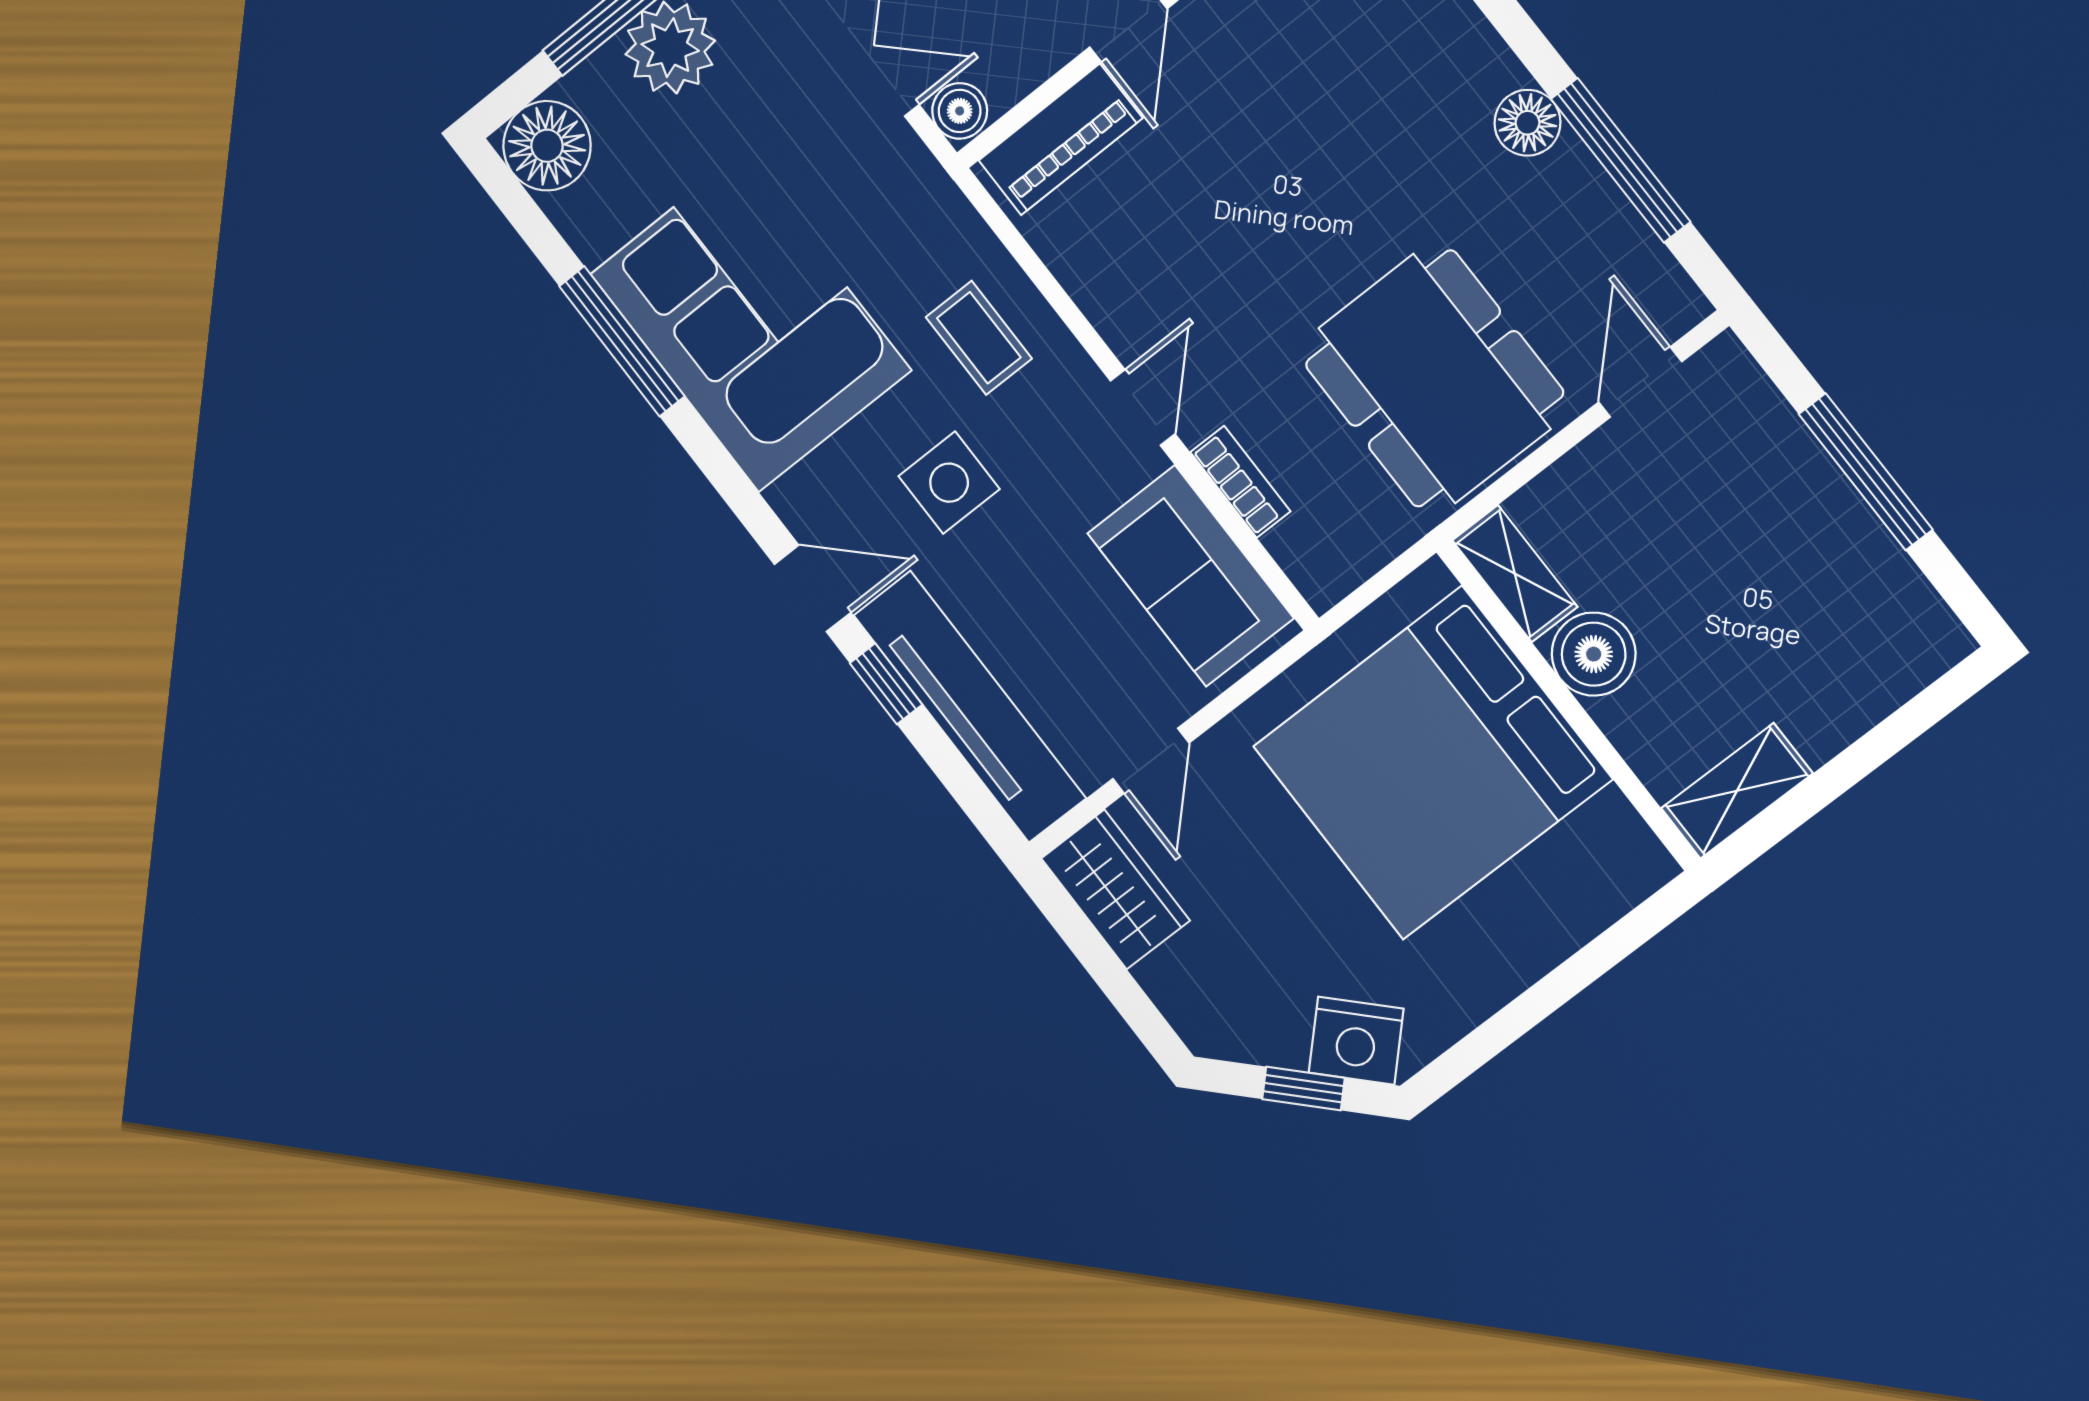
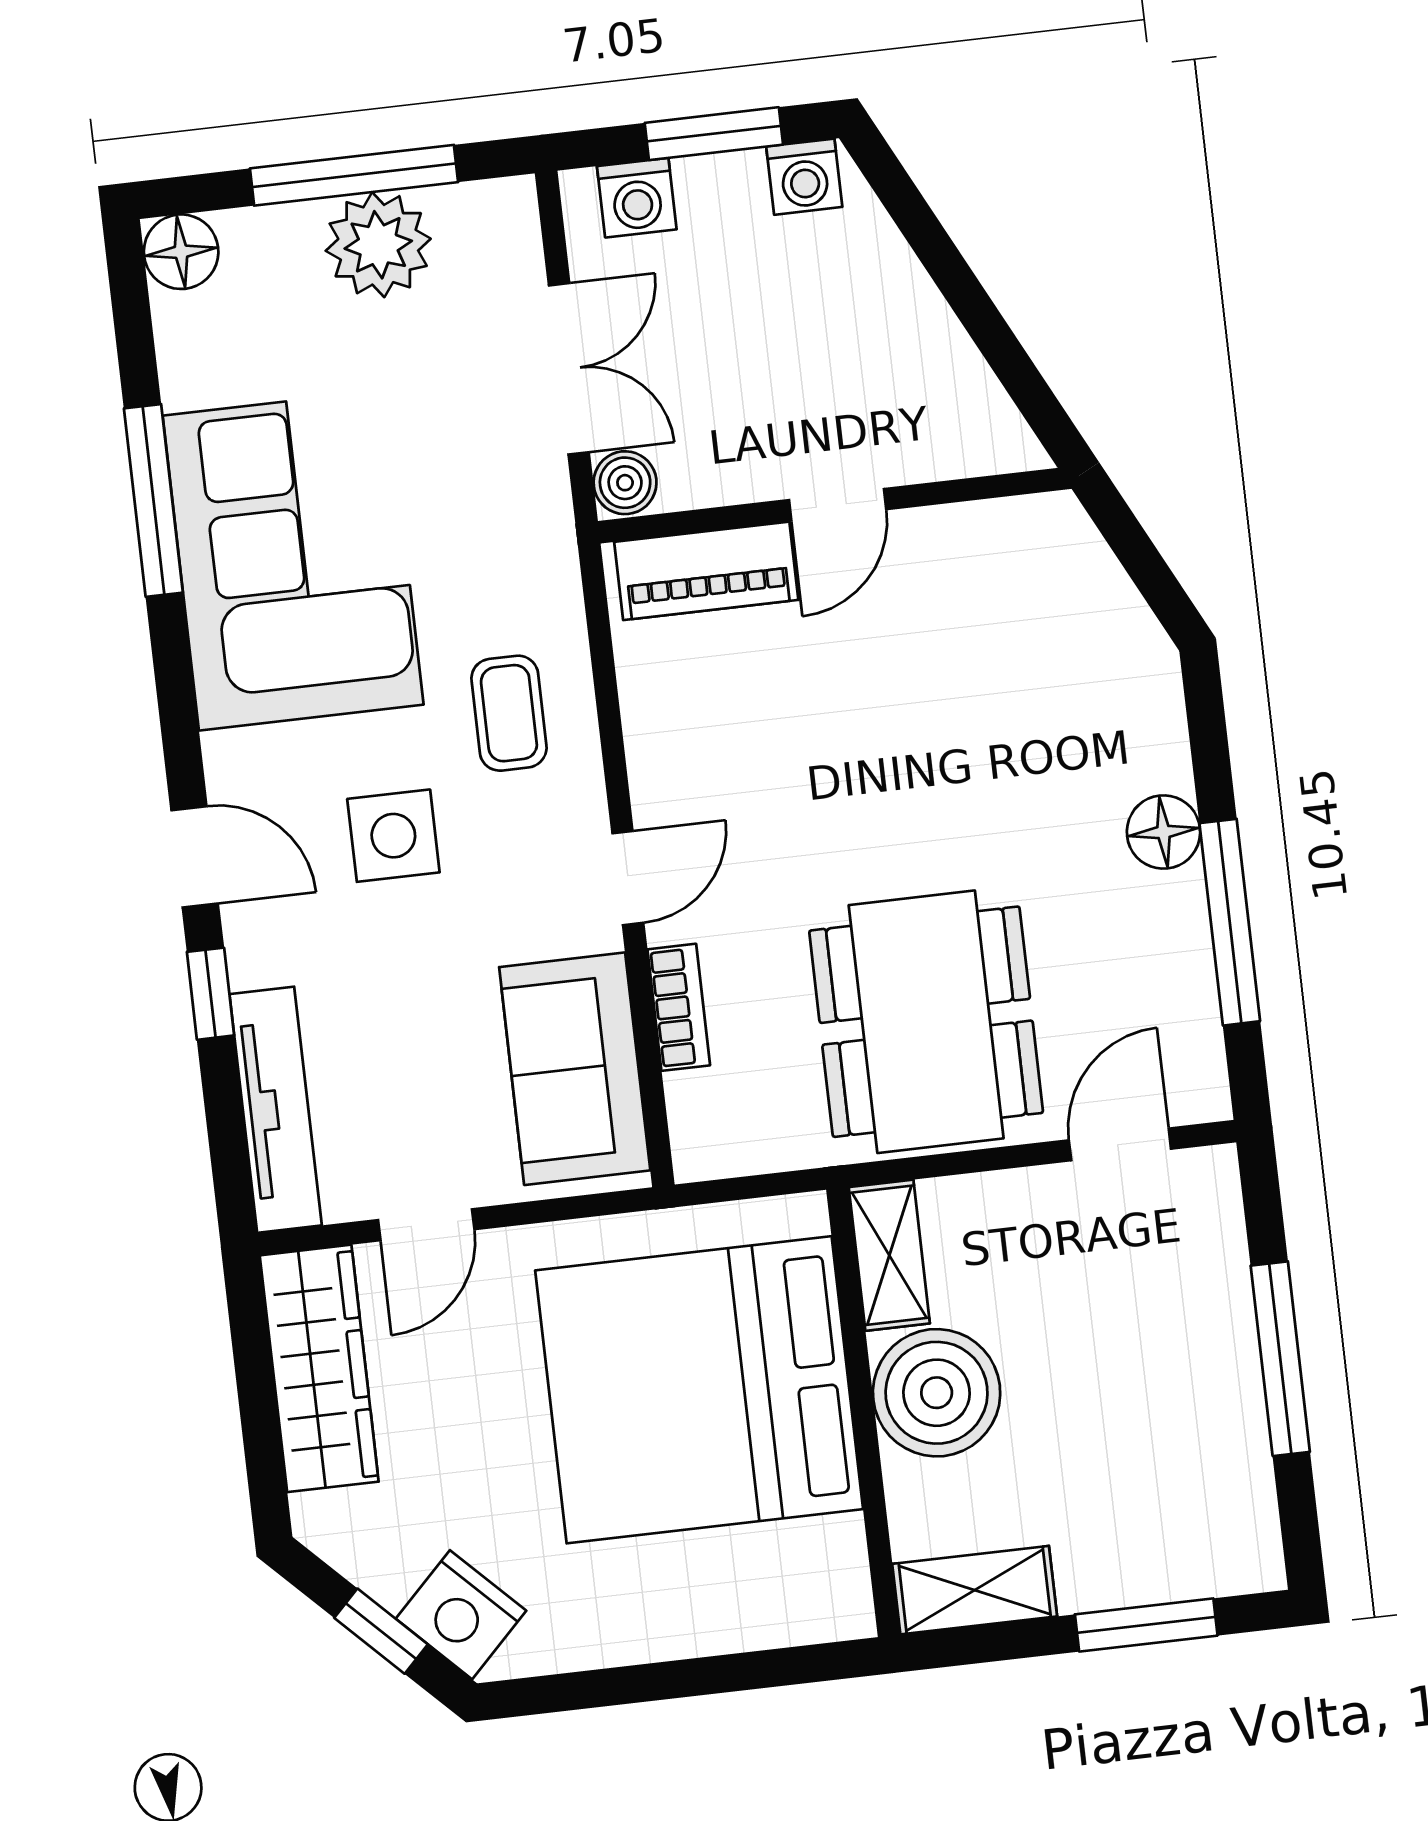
floor lamp: (547, 146) -> (181, 252), width x0.73, depth x0.73
boiler: (1594, 654) -> (937, 1393), width x1.37, depth x1.37
tv unit: (970, 707) -> (276, 1110), width x0.73, depth x0.78
window: (1887, 739) -> (1146, 1625), added
wardrobe: (1115, 889) -> (319, 1368), width x1.50

